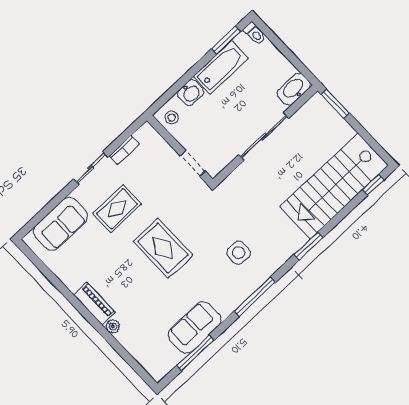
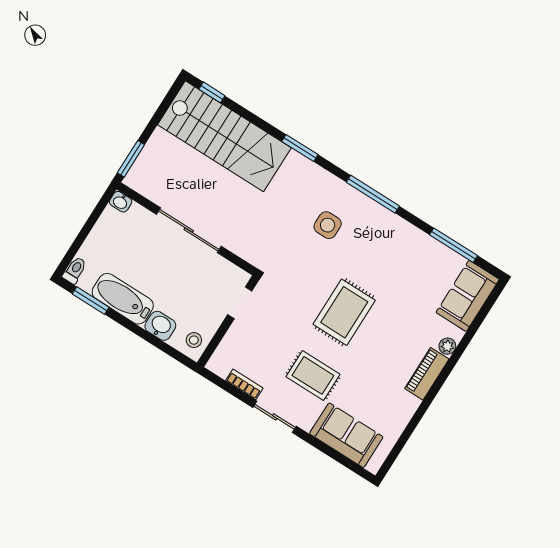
washbasin: (294, 89) -> (121, 202), width x0.52, depth x0.69
sofa: (195, 327) -> (468, 296), moved, turned 90

